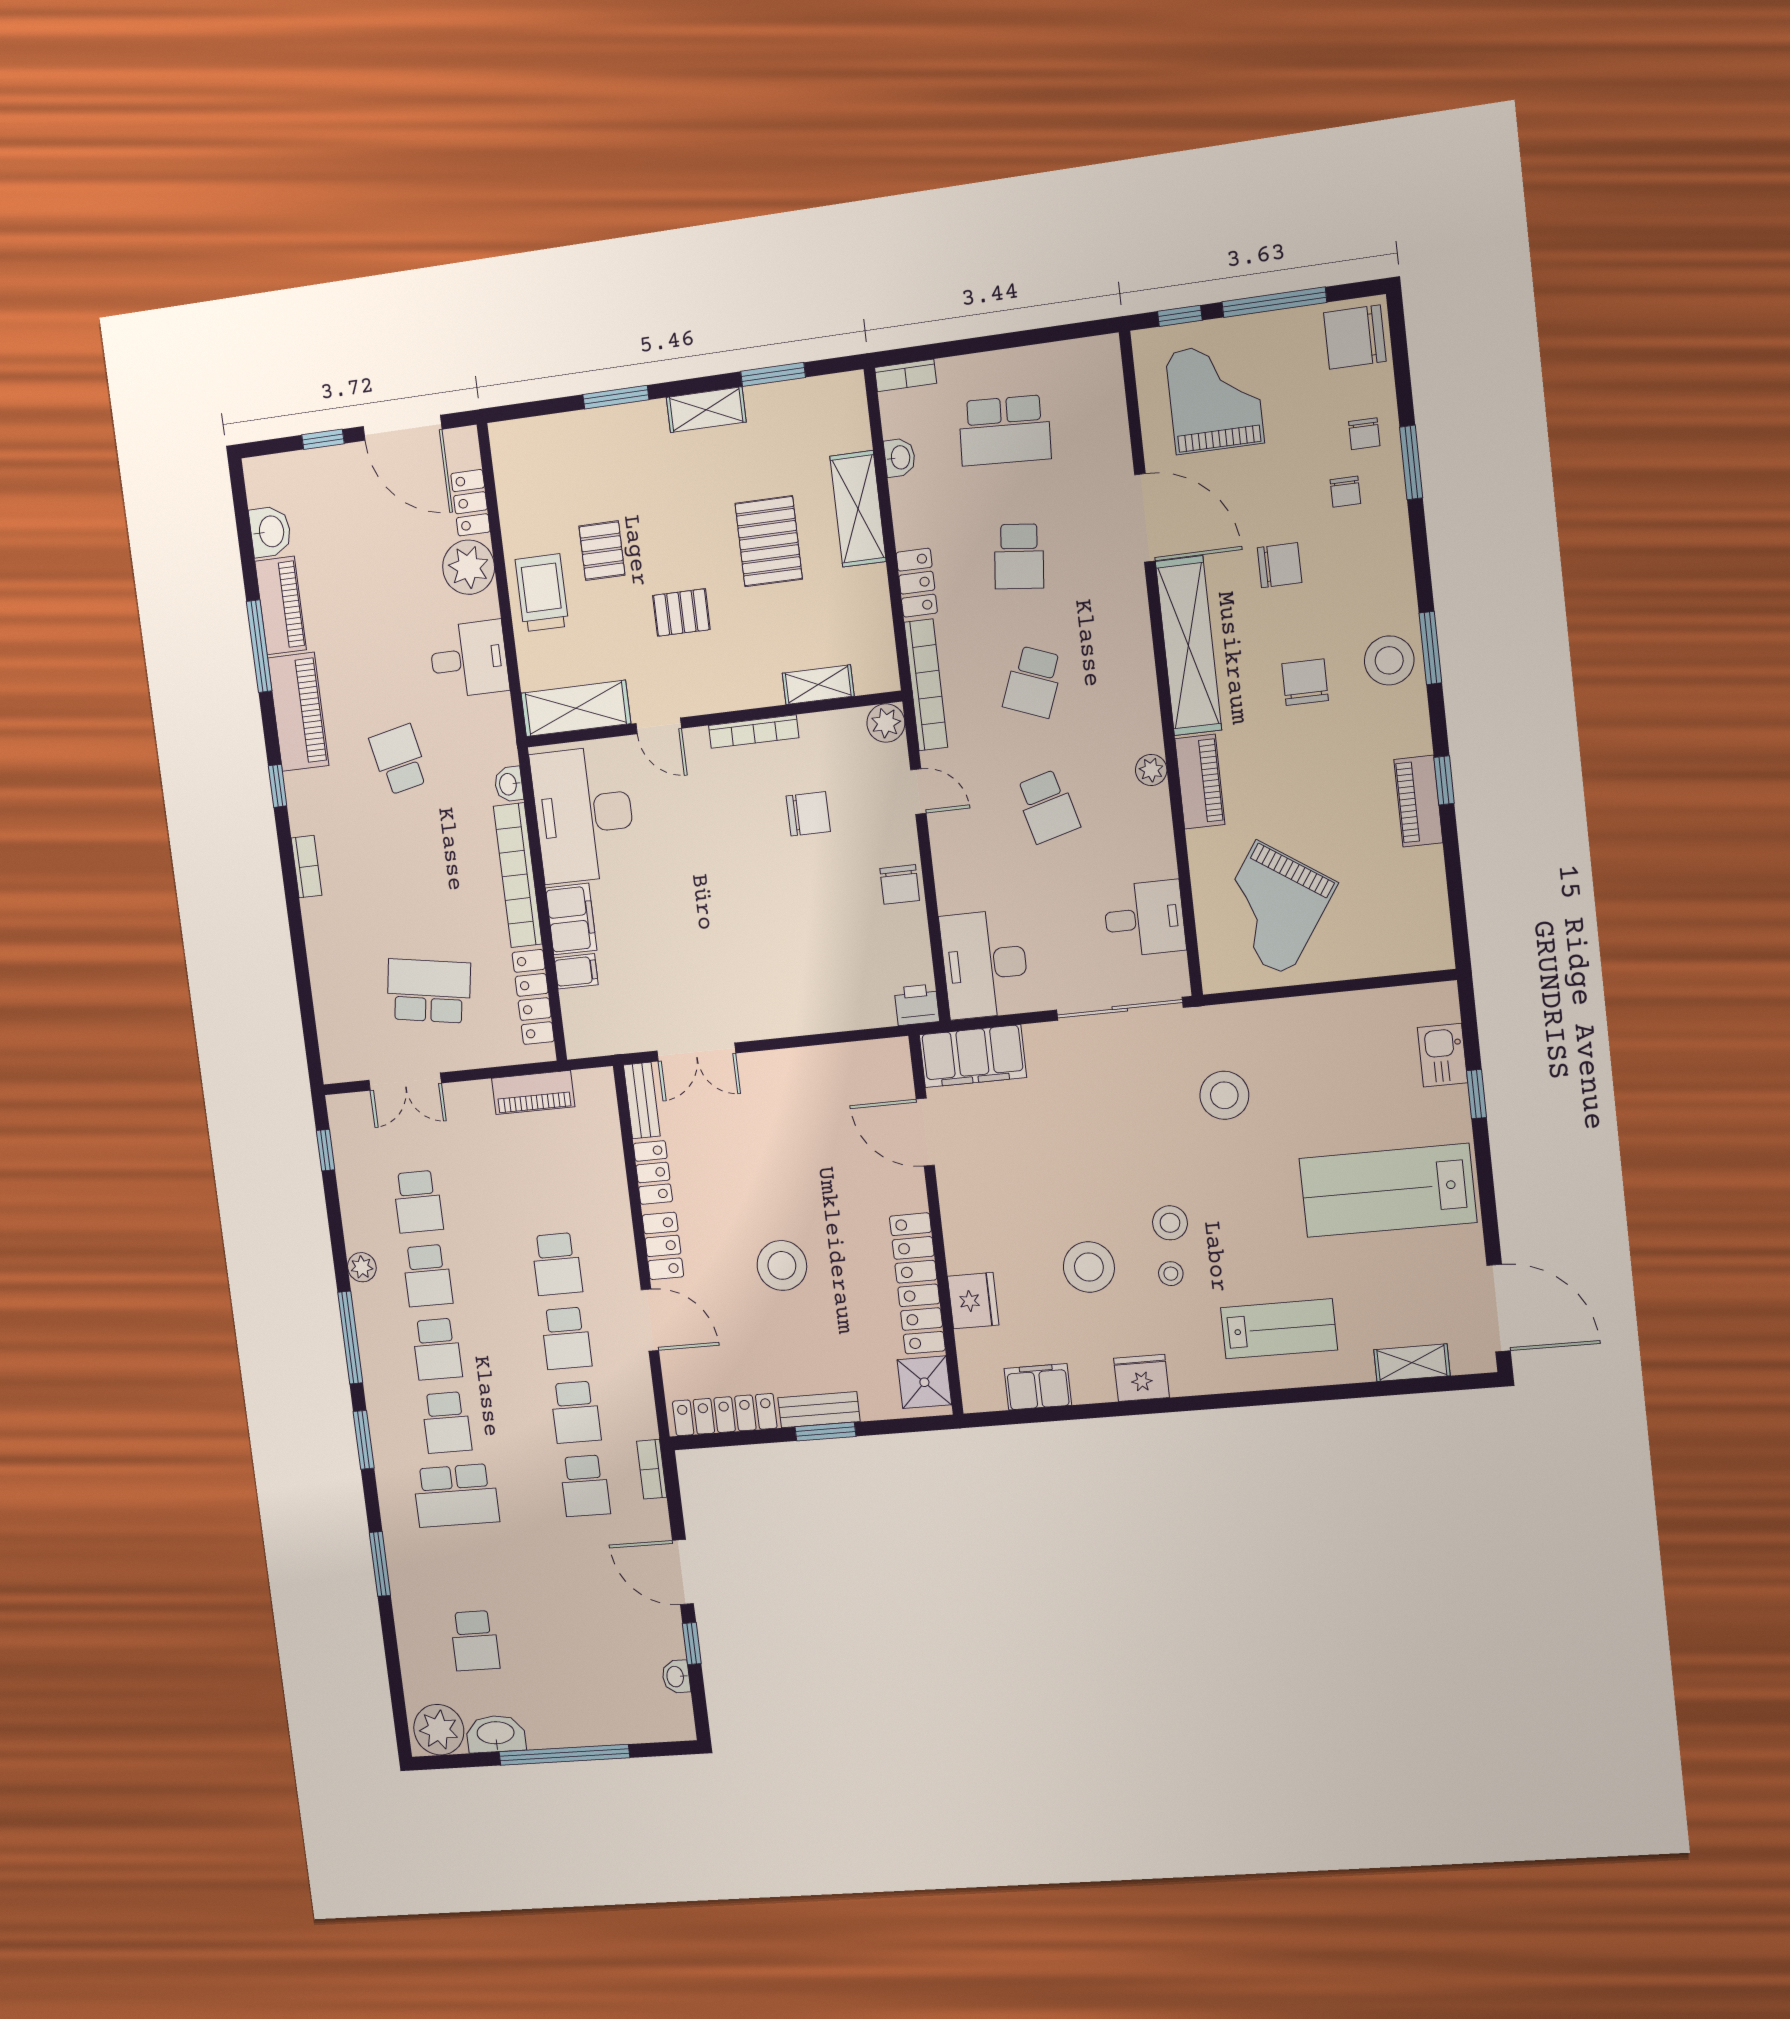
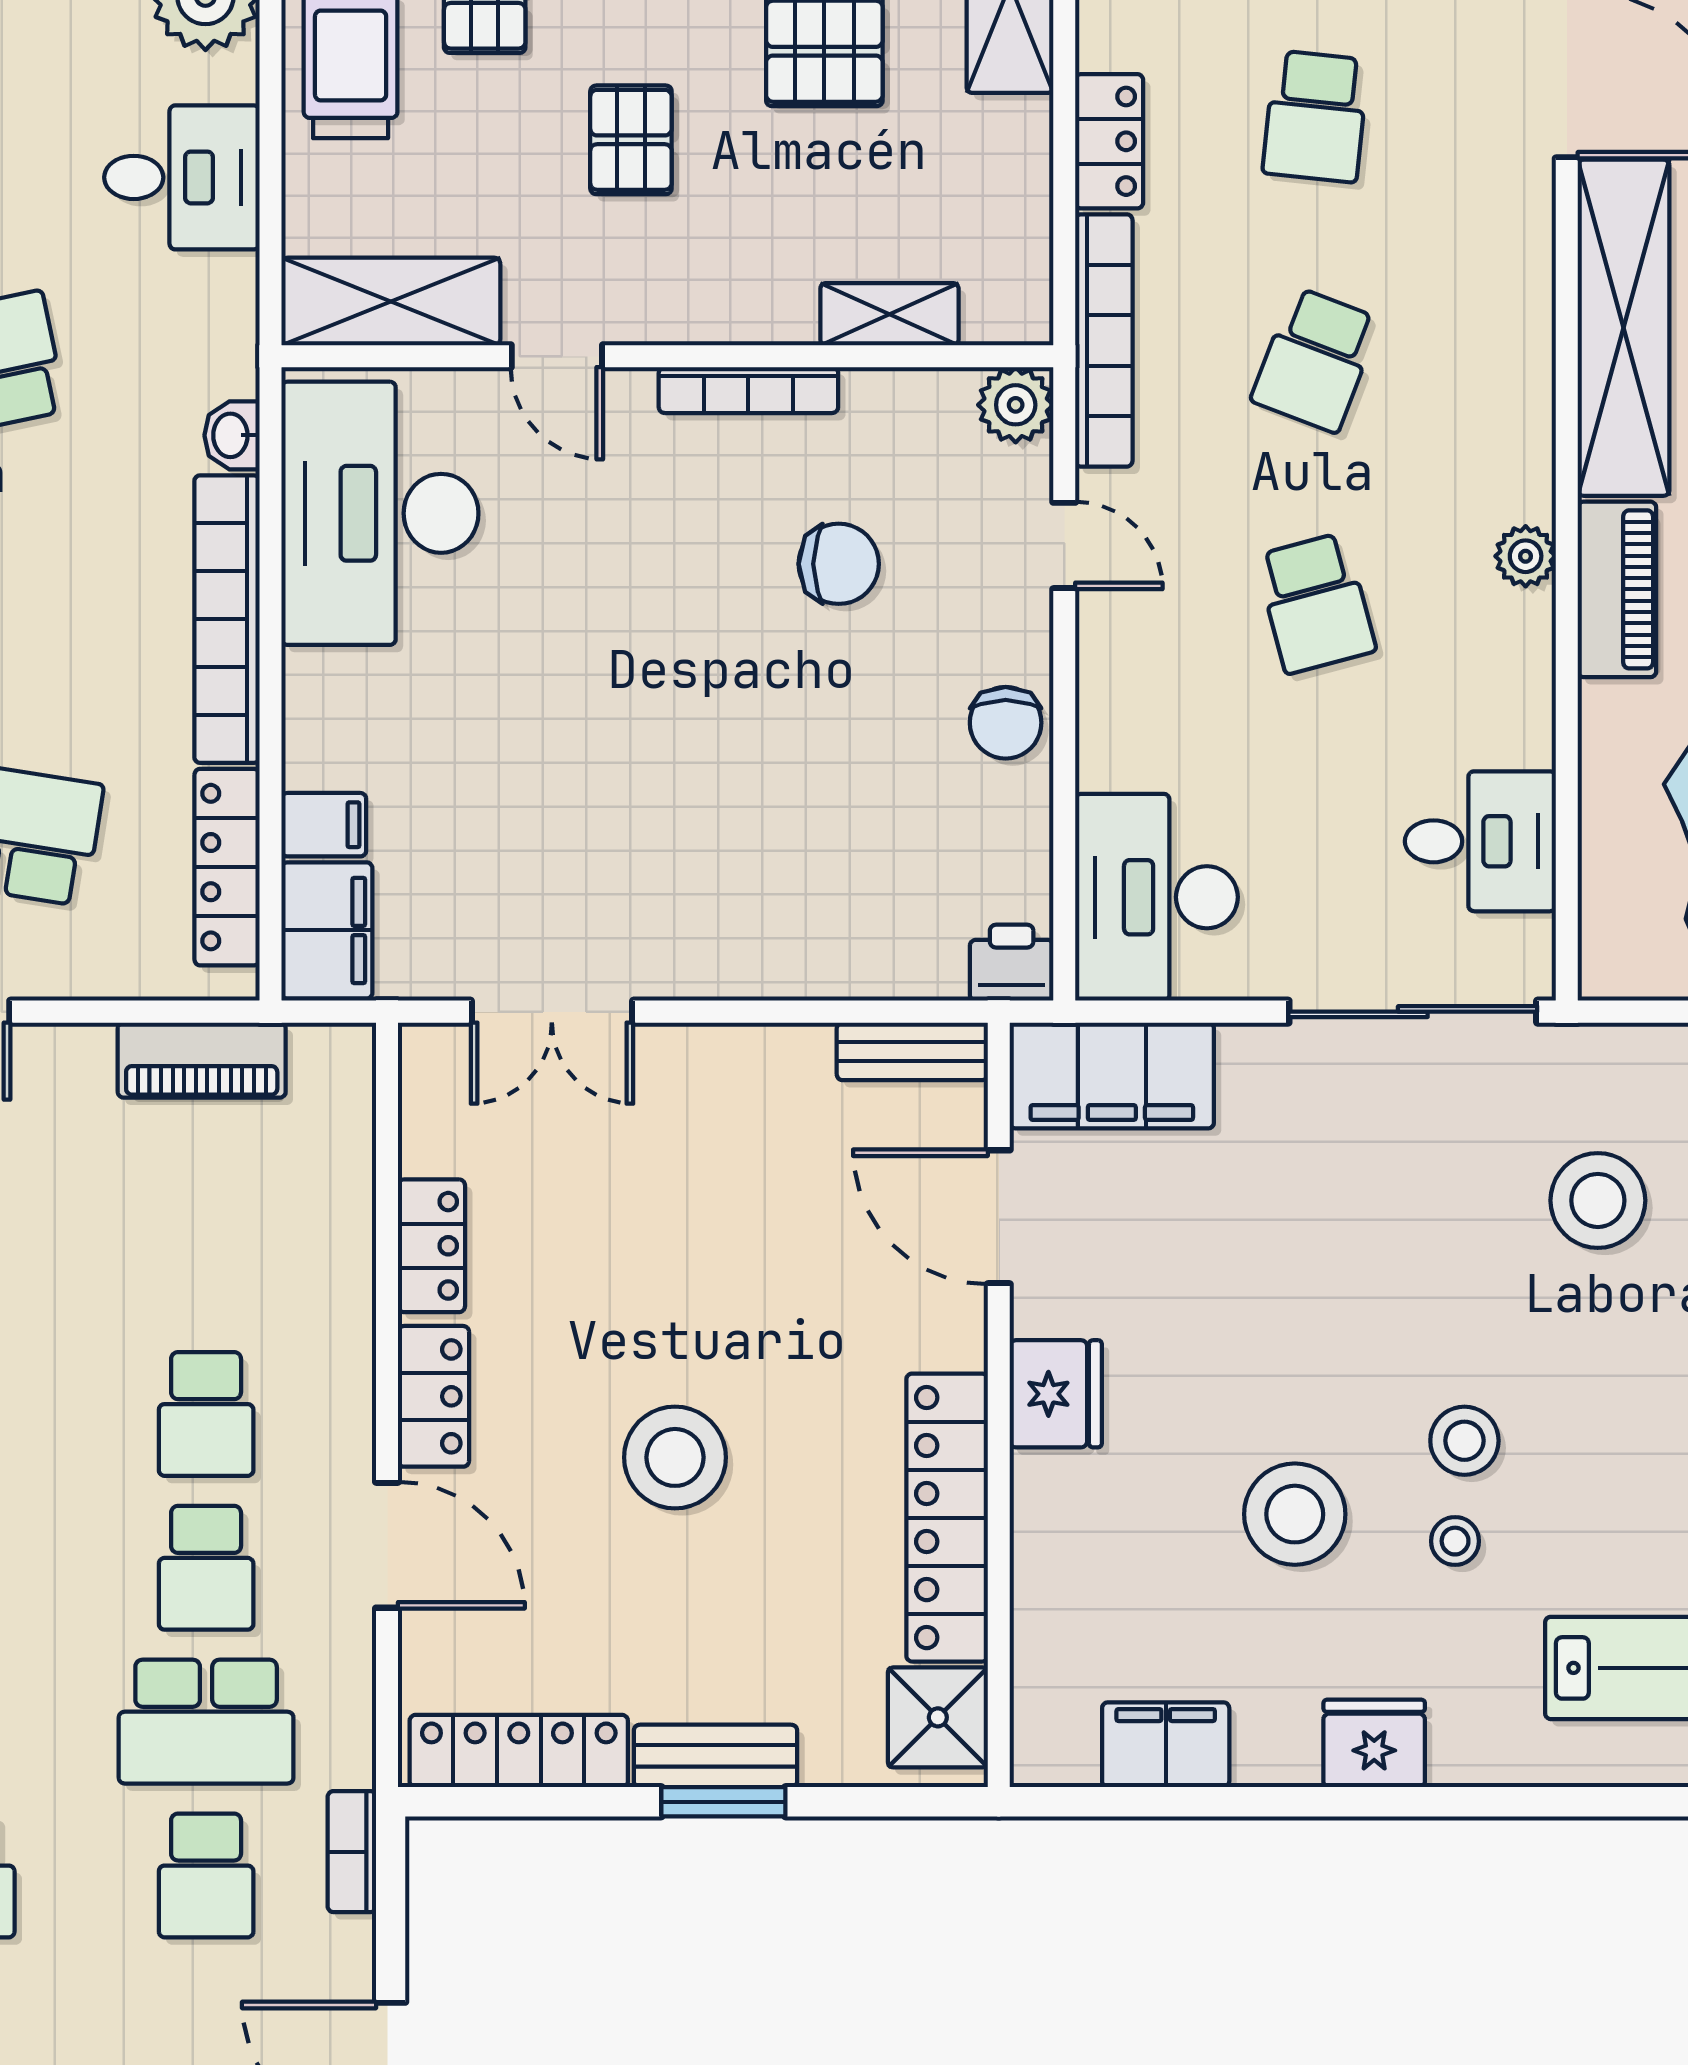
pallet: (681, 612) -> (631, 140), turned 90
filing cabinet: (571, 919) -> (327, 930), moved
bench: (642, 1100) -> (912, 1051), moved, turned 90
fridge: (973, 1301) -> (1056, 1394), moved
school desk: (576, 1412) -> (206, 1722), width x1.85

